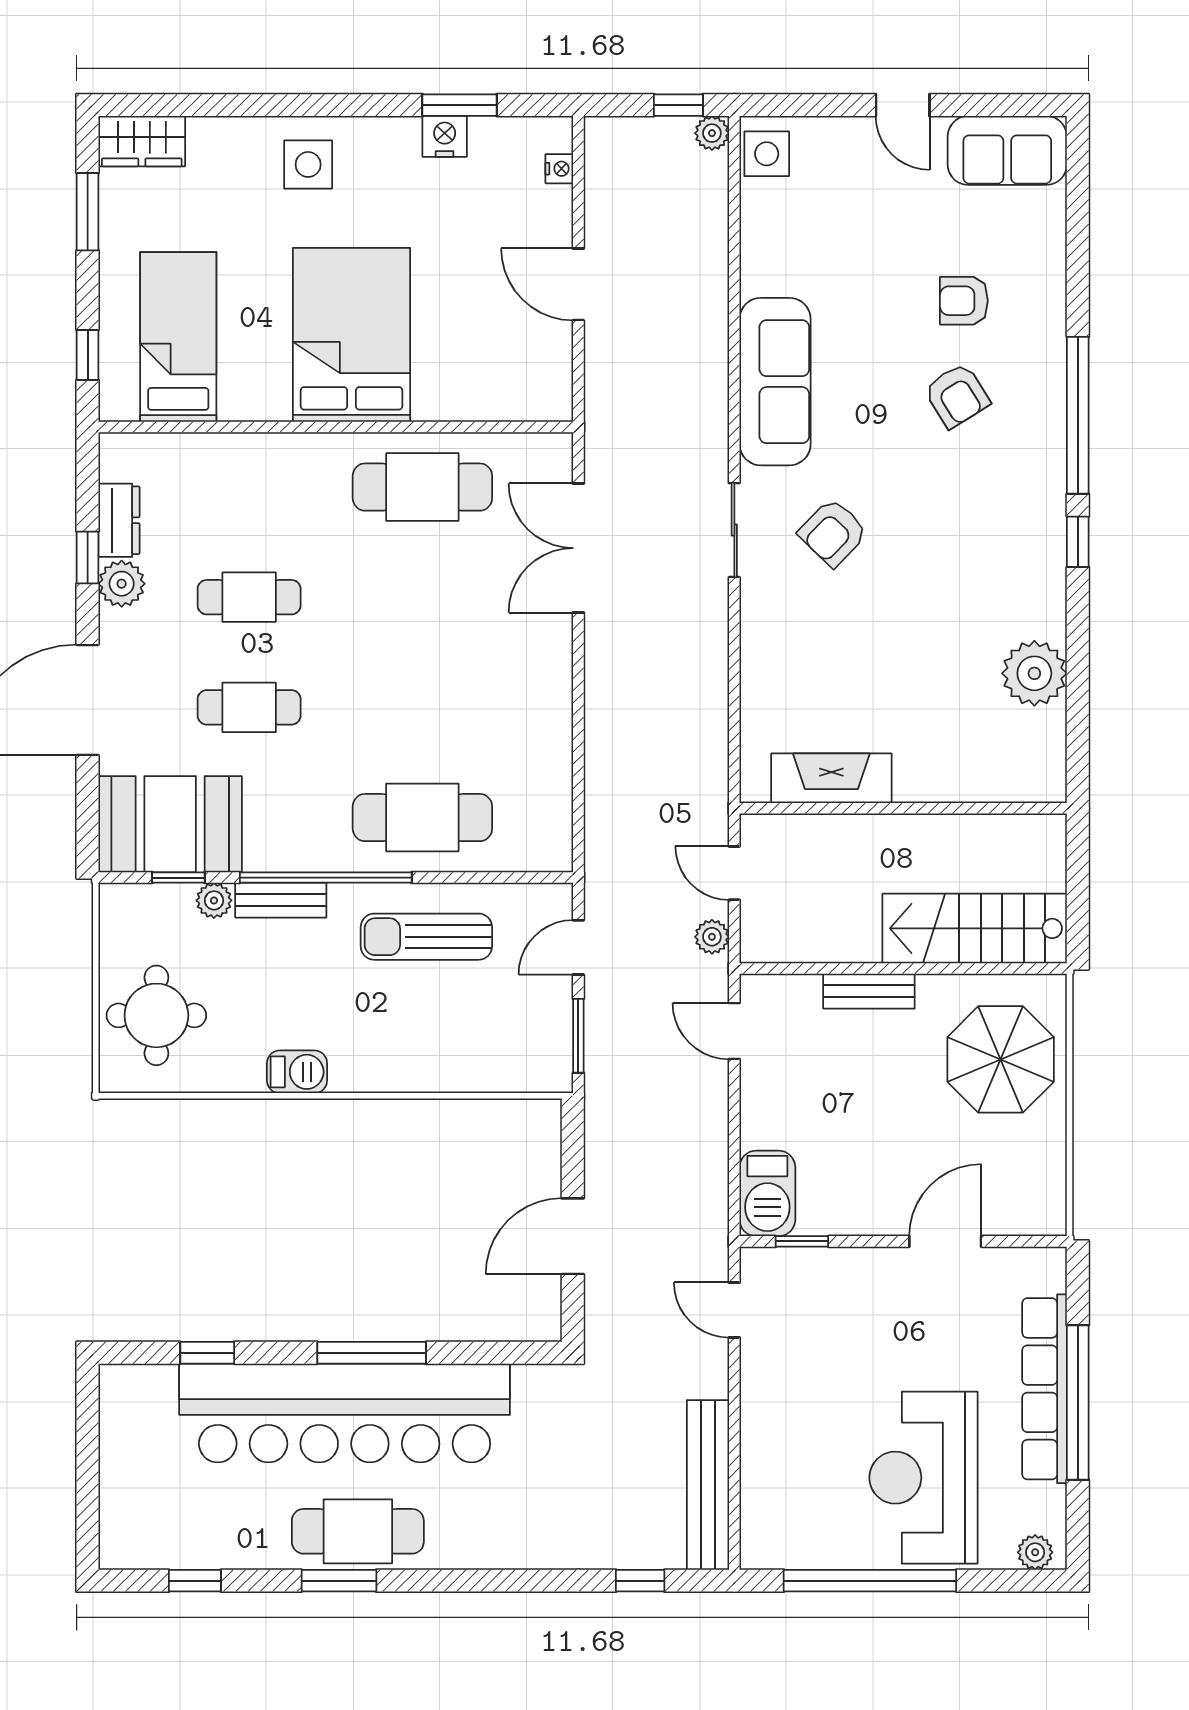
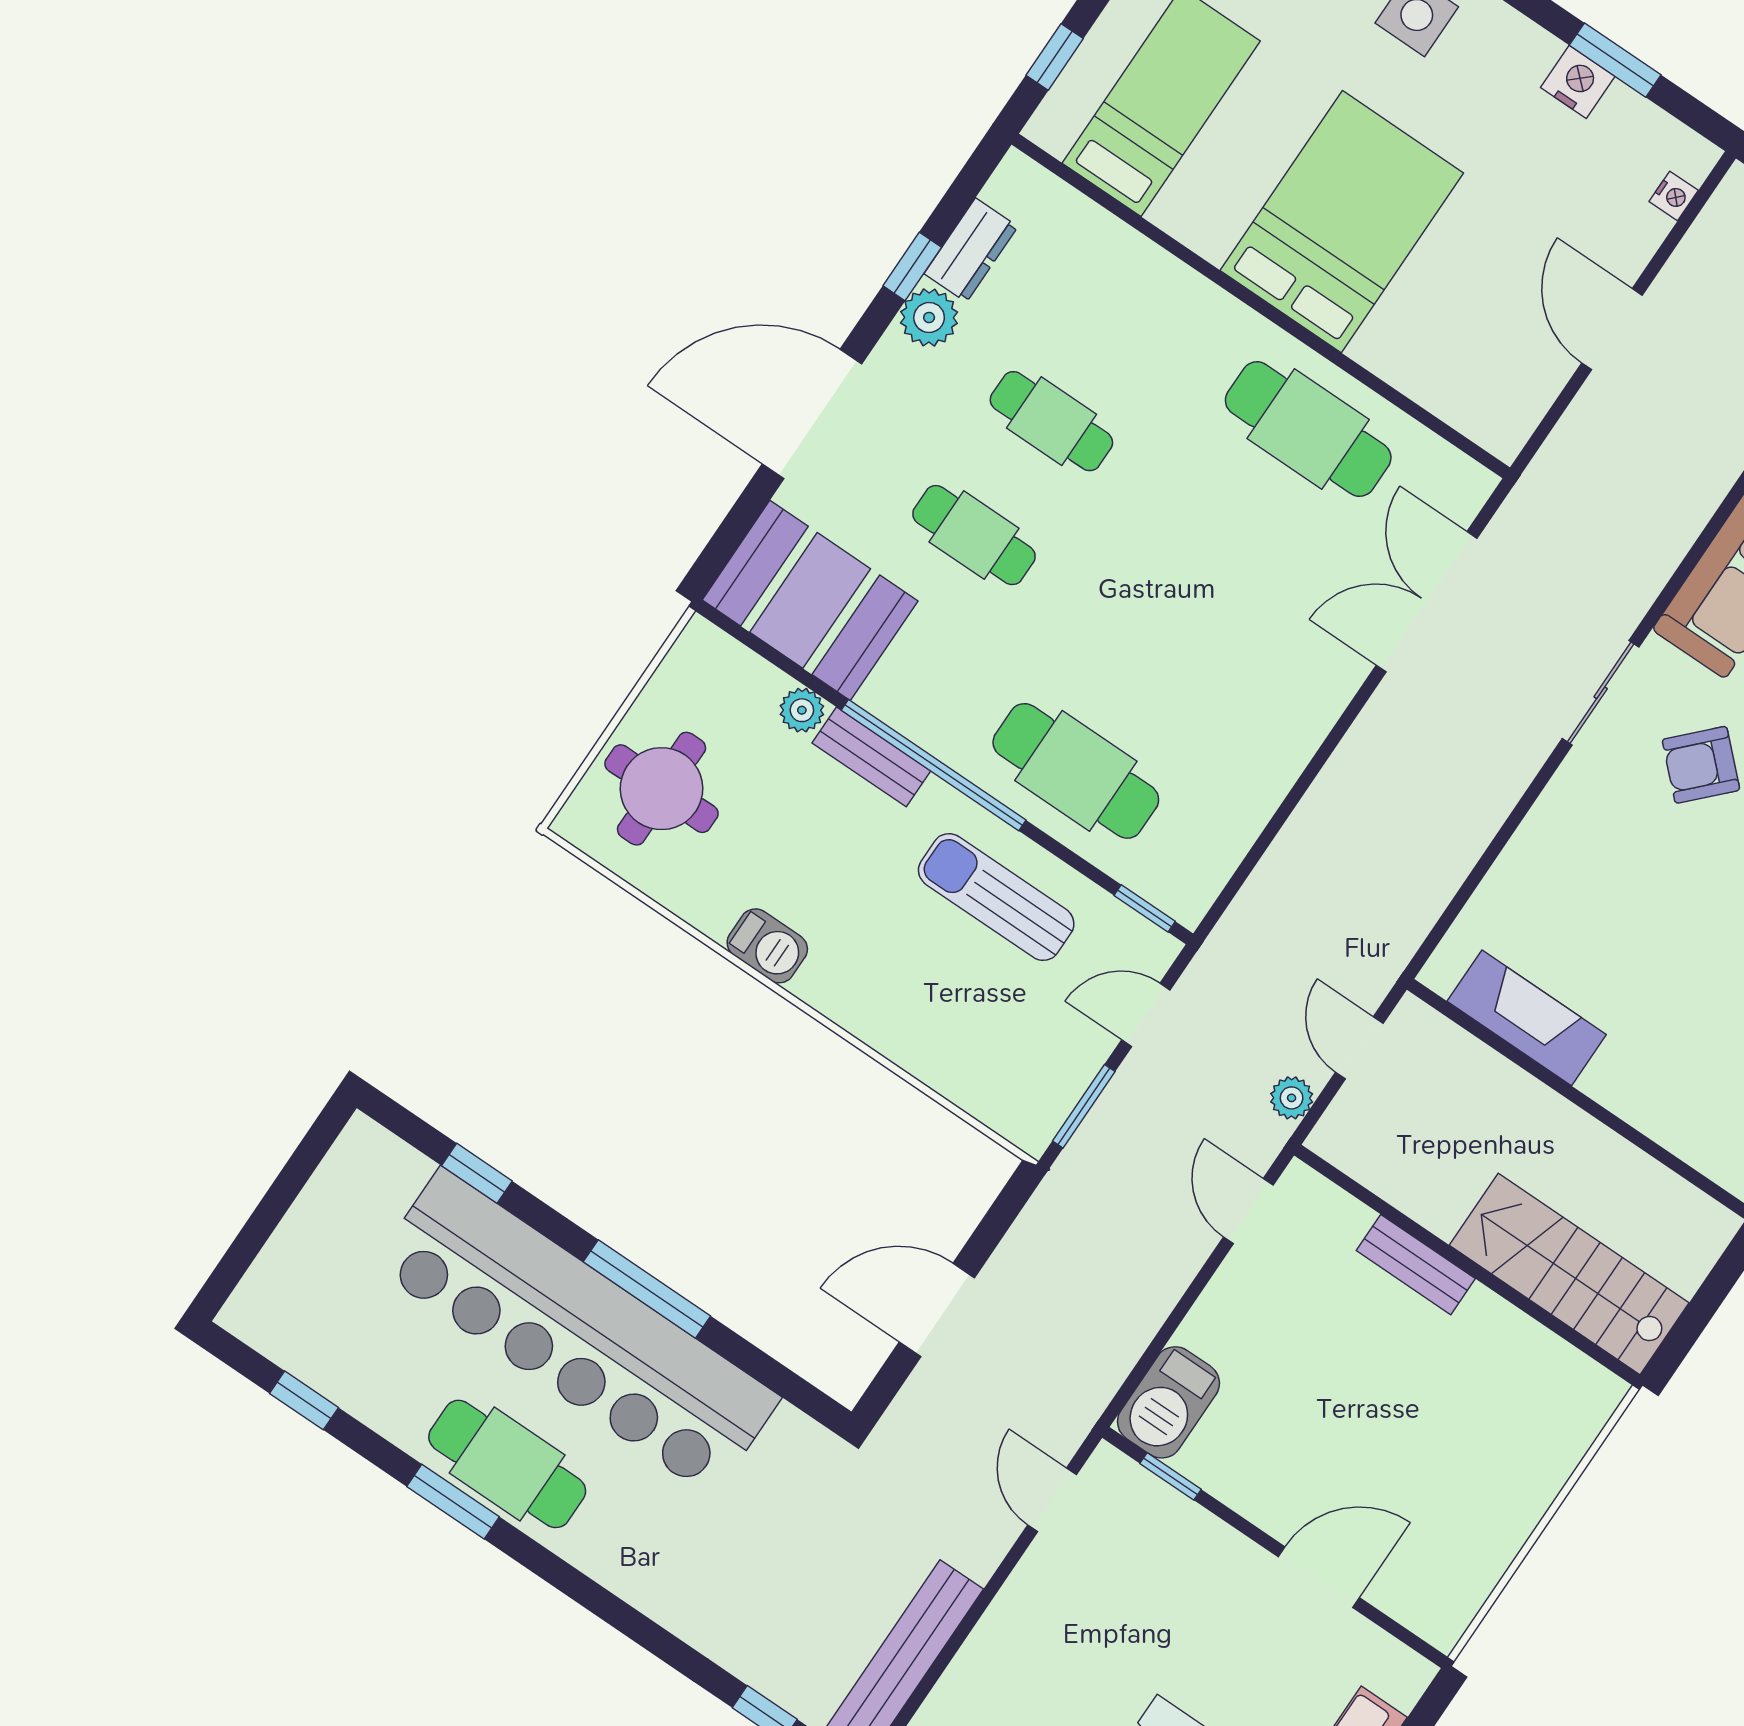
window: (178, 878) -> (1145, 908), moved
parasol: (1001, 1059) -> (1504, 1428), removed

